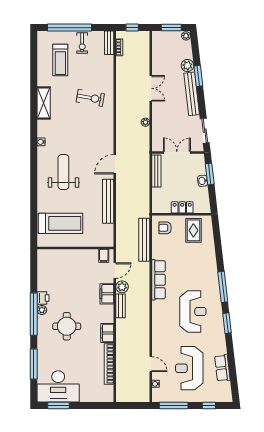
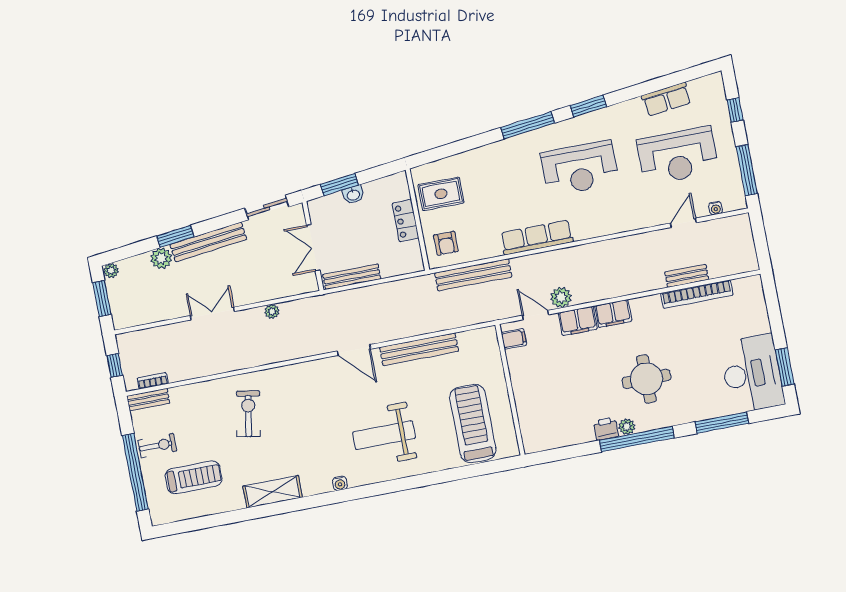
bench: (121, 306) -> (687, 276), moved
reception desk: (193, 311) -> (580, 168), turned 180
filing cabinet: (107, 333) -> (613, 314), moved

